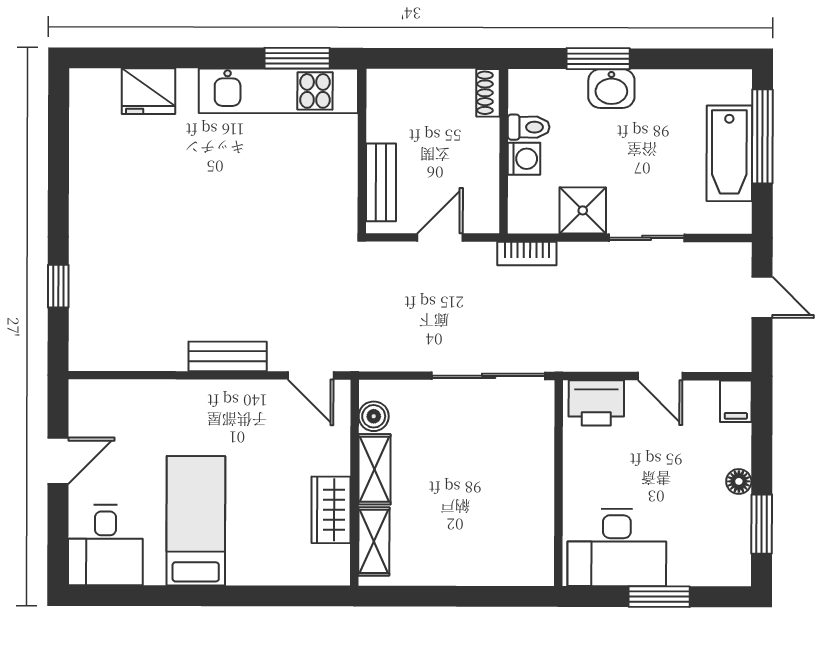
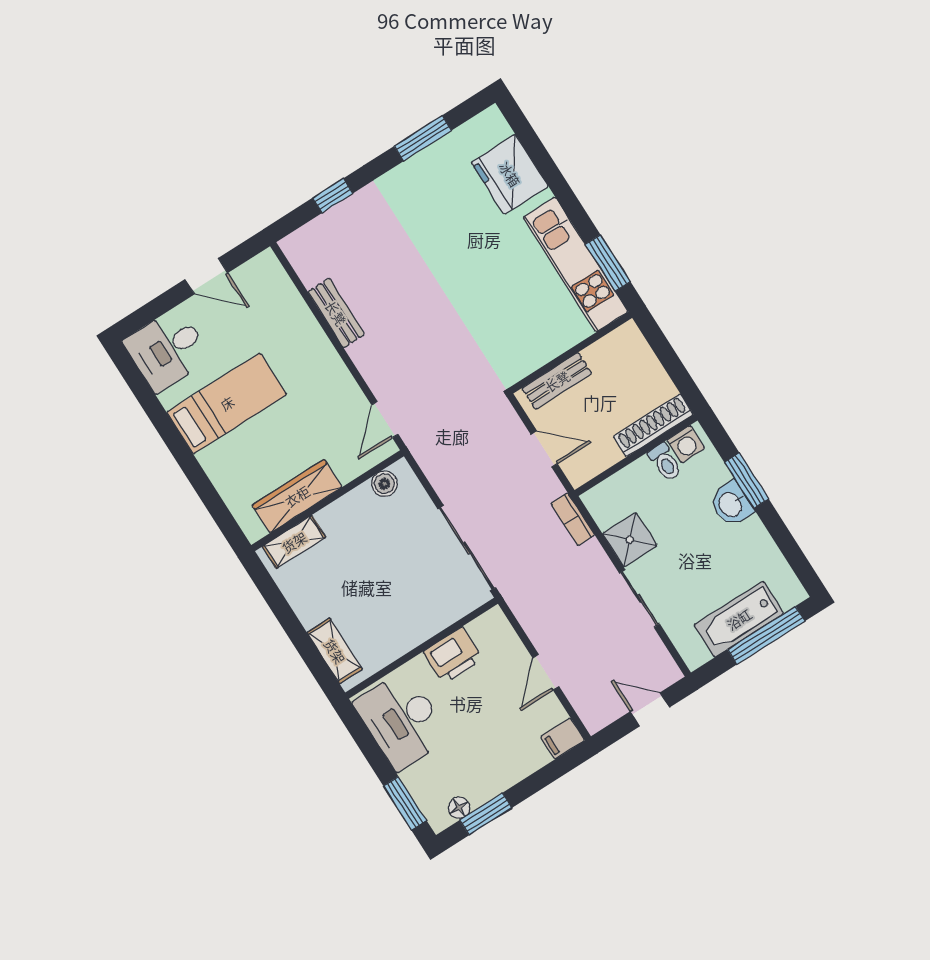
fridge: (148, 91) -> (510, 174), width x1.36, depth x1.34
shoe rack: (488, 93) -> (653, 425), width x1.94, depth x1.24
washing machine: (524, 159) -> (686, 444), moved
window: (58, 161) -> (423, 138), added
door: (762, 297) -> (650, 709), swing flipped
bench: (228, 356) -> (336, 313), moved
printer: (596, 403) -> (453, 655), moved, turned -90
shelving: (375, 469) -> (335, 651), moved, turned 90
floor lamp: (739, 481) -> (459, 808), moved
wardrobe: (331, 510) -> (297, 496), width x1.50
window: (659, 597) -> (405, 803), moved

